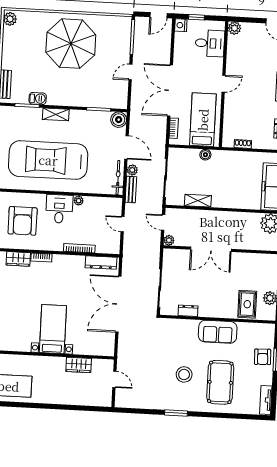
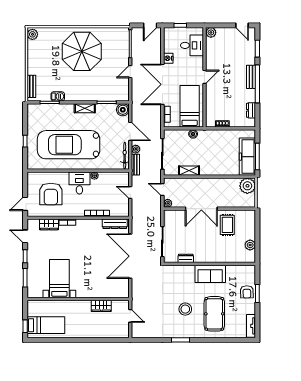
nightstand: (181, 25) -> (168, 58), moved
shelving: (56, 114) -> (85, 108), moved
rug: (247, 304) -> (227, 225), moved
bed with nightstands: (53, 329) -> (59, 279), moved

